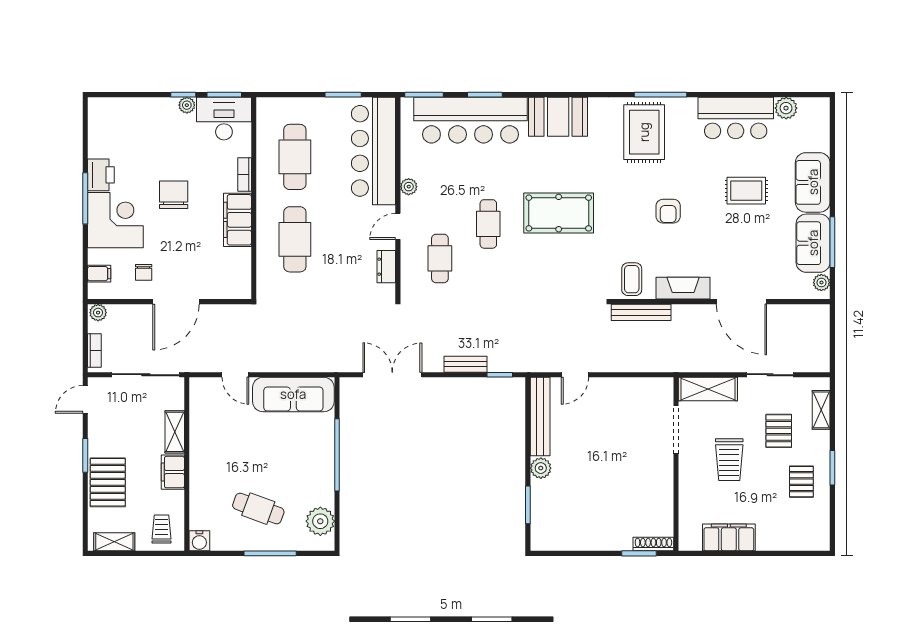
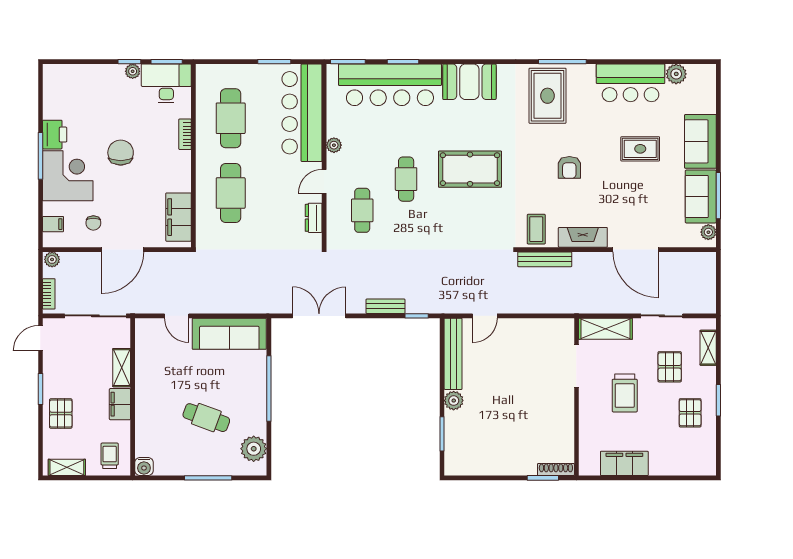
filing cabinet: (237, 220) -> (179, 217), moved
pallet: (108, 482) -> (61, 413), width x0.67, depth x0.71
cafe table: (258, 509) -> (206, 418), moved

